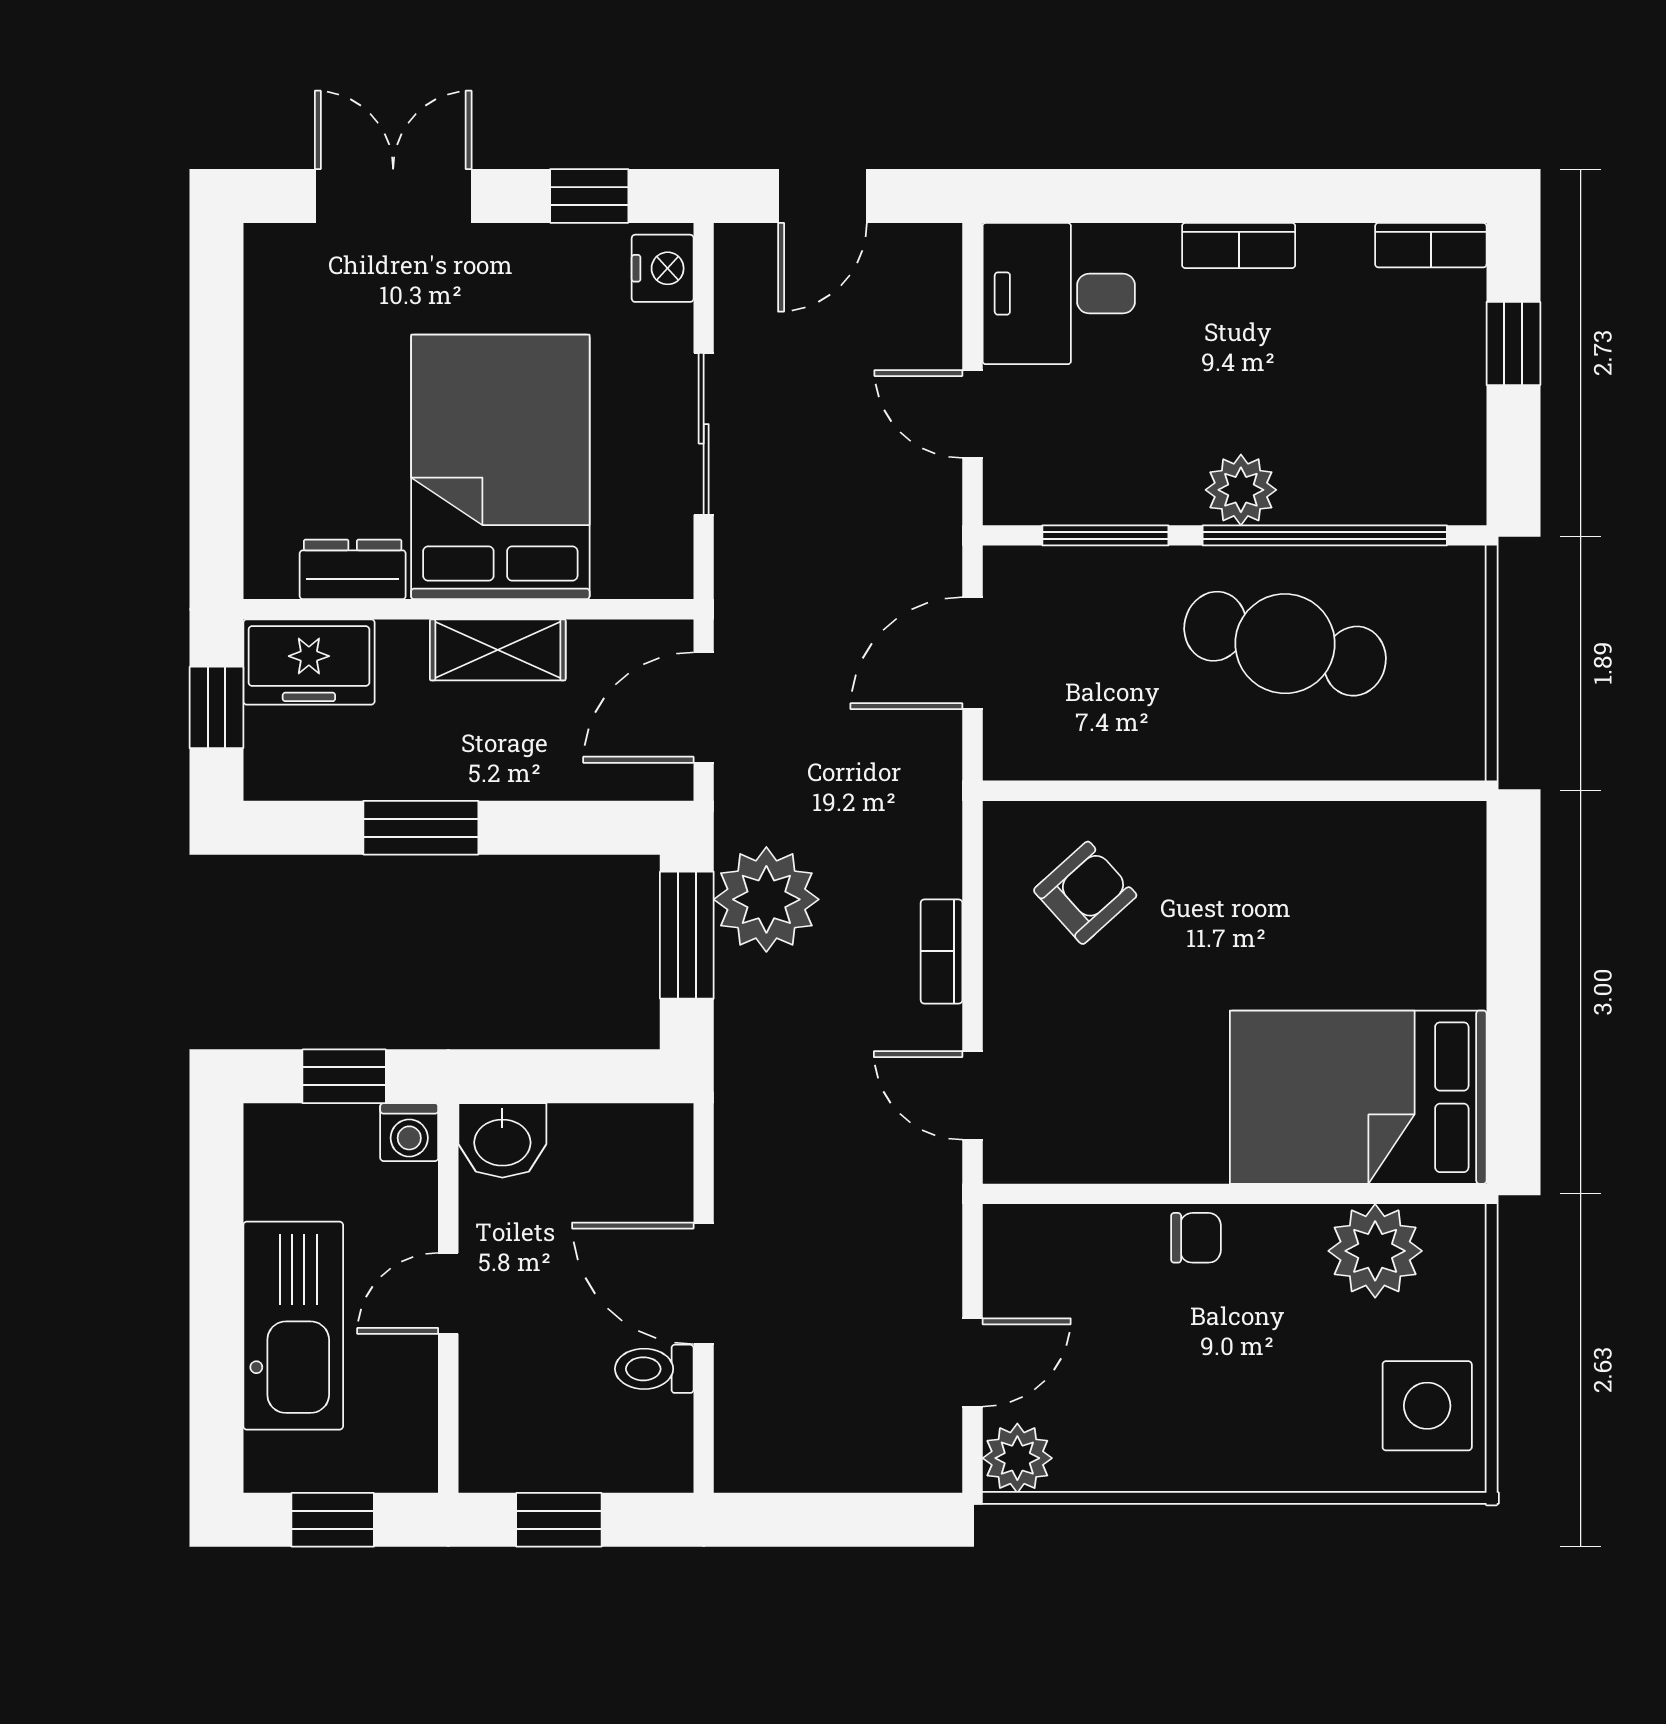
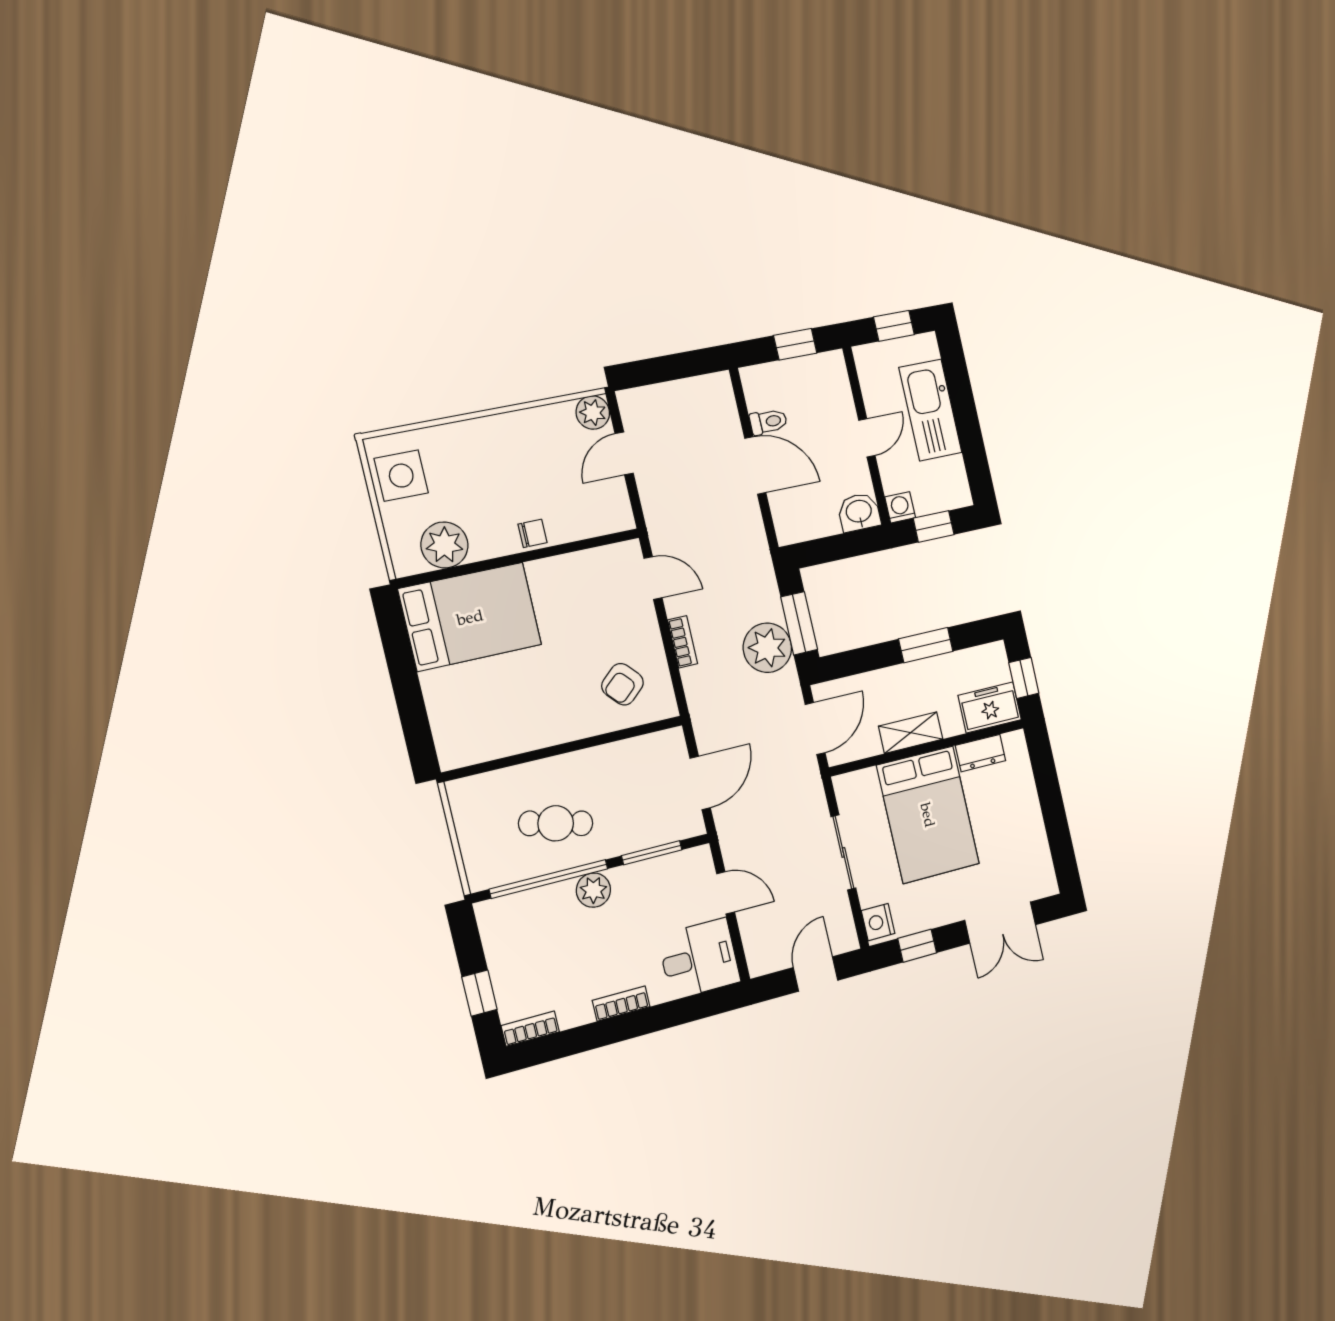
cafe table: (1285, 644) -> (556, 823), width x0.73, depth x0.74
chair: (1196, 1238) -> (532, 533), turned 180

